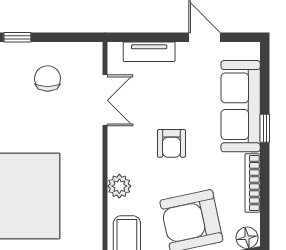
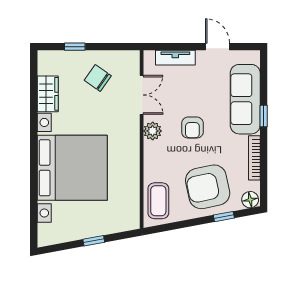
chair: (48, 78) -> (98, 78), turned -55
plant: (119, 186) -> (153, 131), moved

